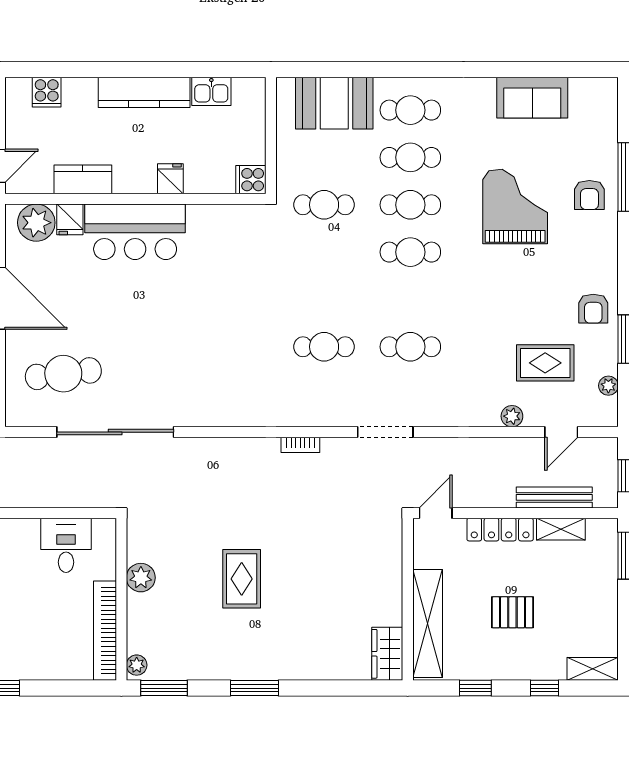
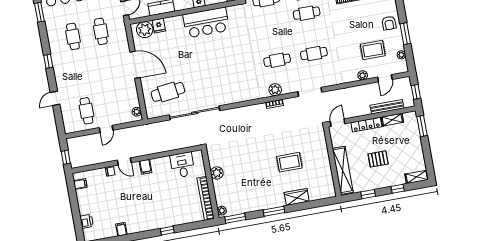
bar counter: (135, 232) -> (206, 22), moved
plant: (308, 413) -> (275, 90), added
rug: (242, 579) -> (289, 162), moved, turned 90
wardrobe: (387, 654) -> (297, 197), moved, turned 90

